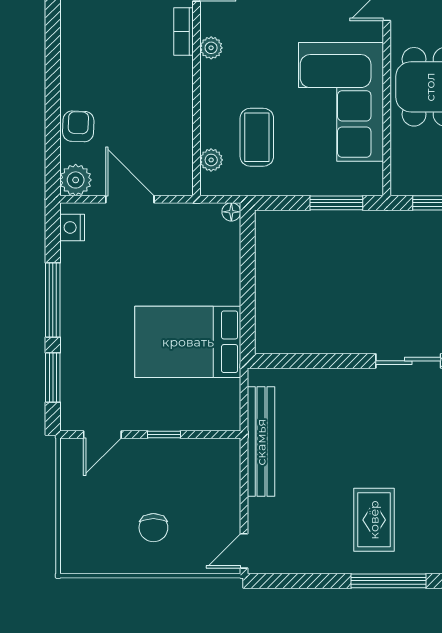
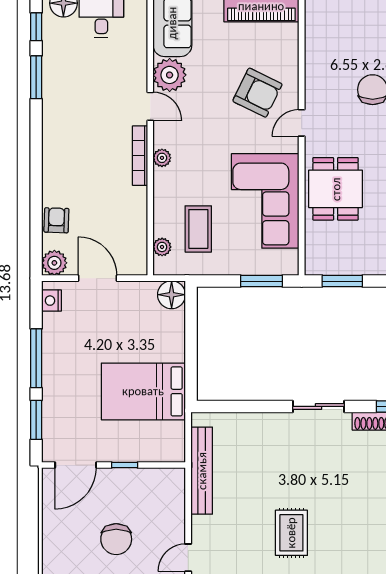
bookcase: (183, 31) -> (140, 156), width x1.56
floor lamp: (231, 212) -> (172, 295), width x1.89, depth x1.89
door: (102, 434) -> (76, 465), width x1.38
chair: (153, 528) -> (116, 539), width x1.37, depth x1.37

